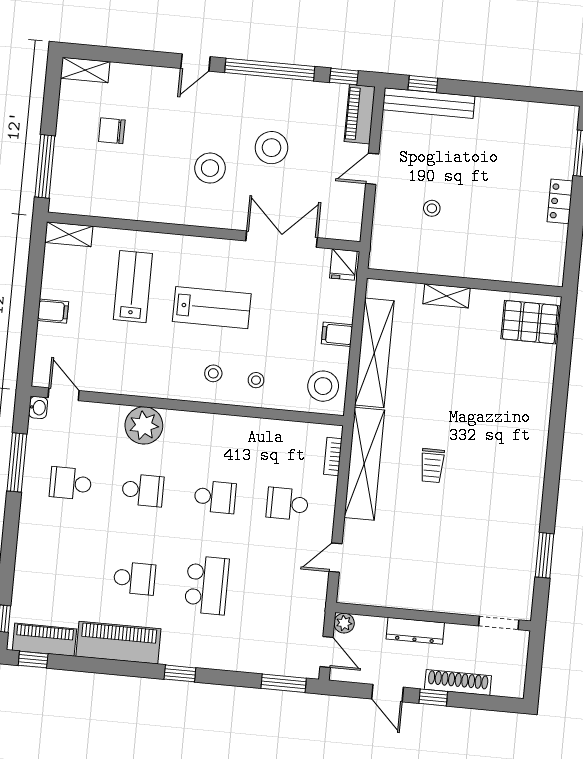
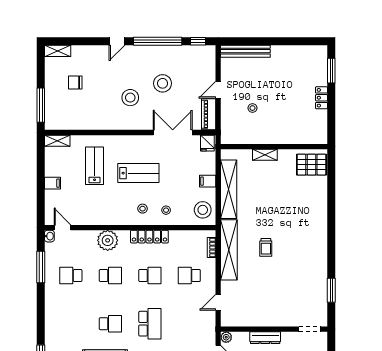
window: (423, 84) -> (241, 41), removed
piano: (360, 114) -> (209, 114), moved
locker: (221, 426) -> (149, 237), added

